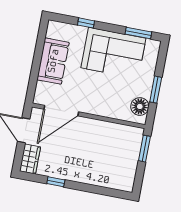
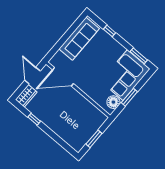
corner sofa: (113, 53) -> (125, 75), moved, turned 90
sofa: (53, 61) -> (79, 39), width x1.36
window: (144, 149) -> (94, 139), moved

